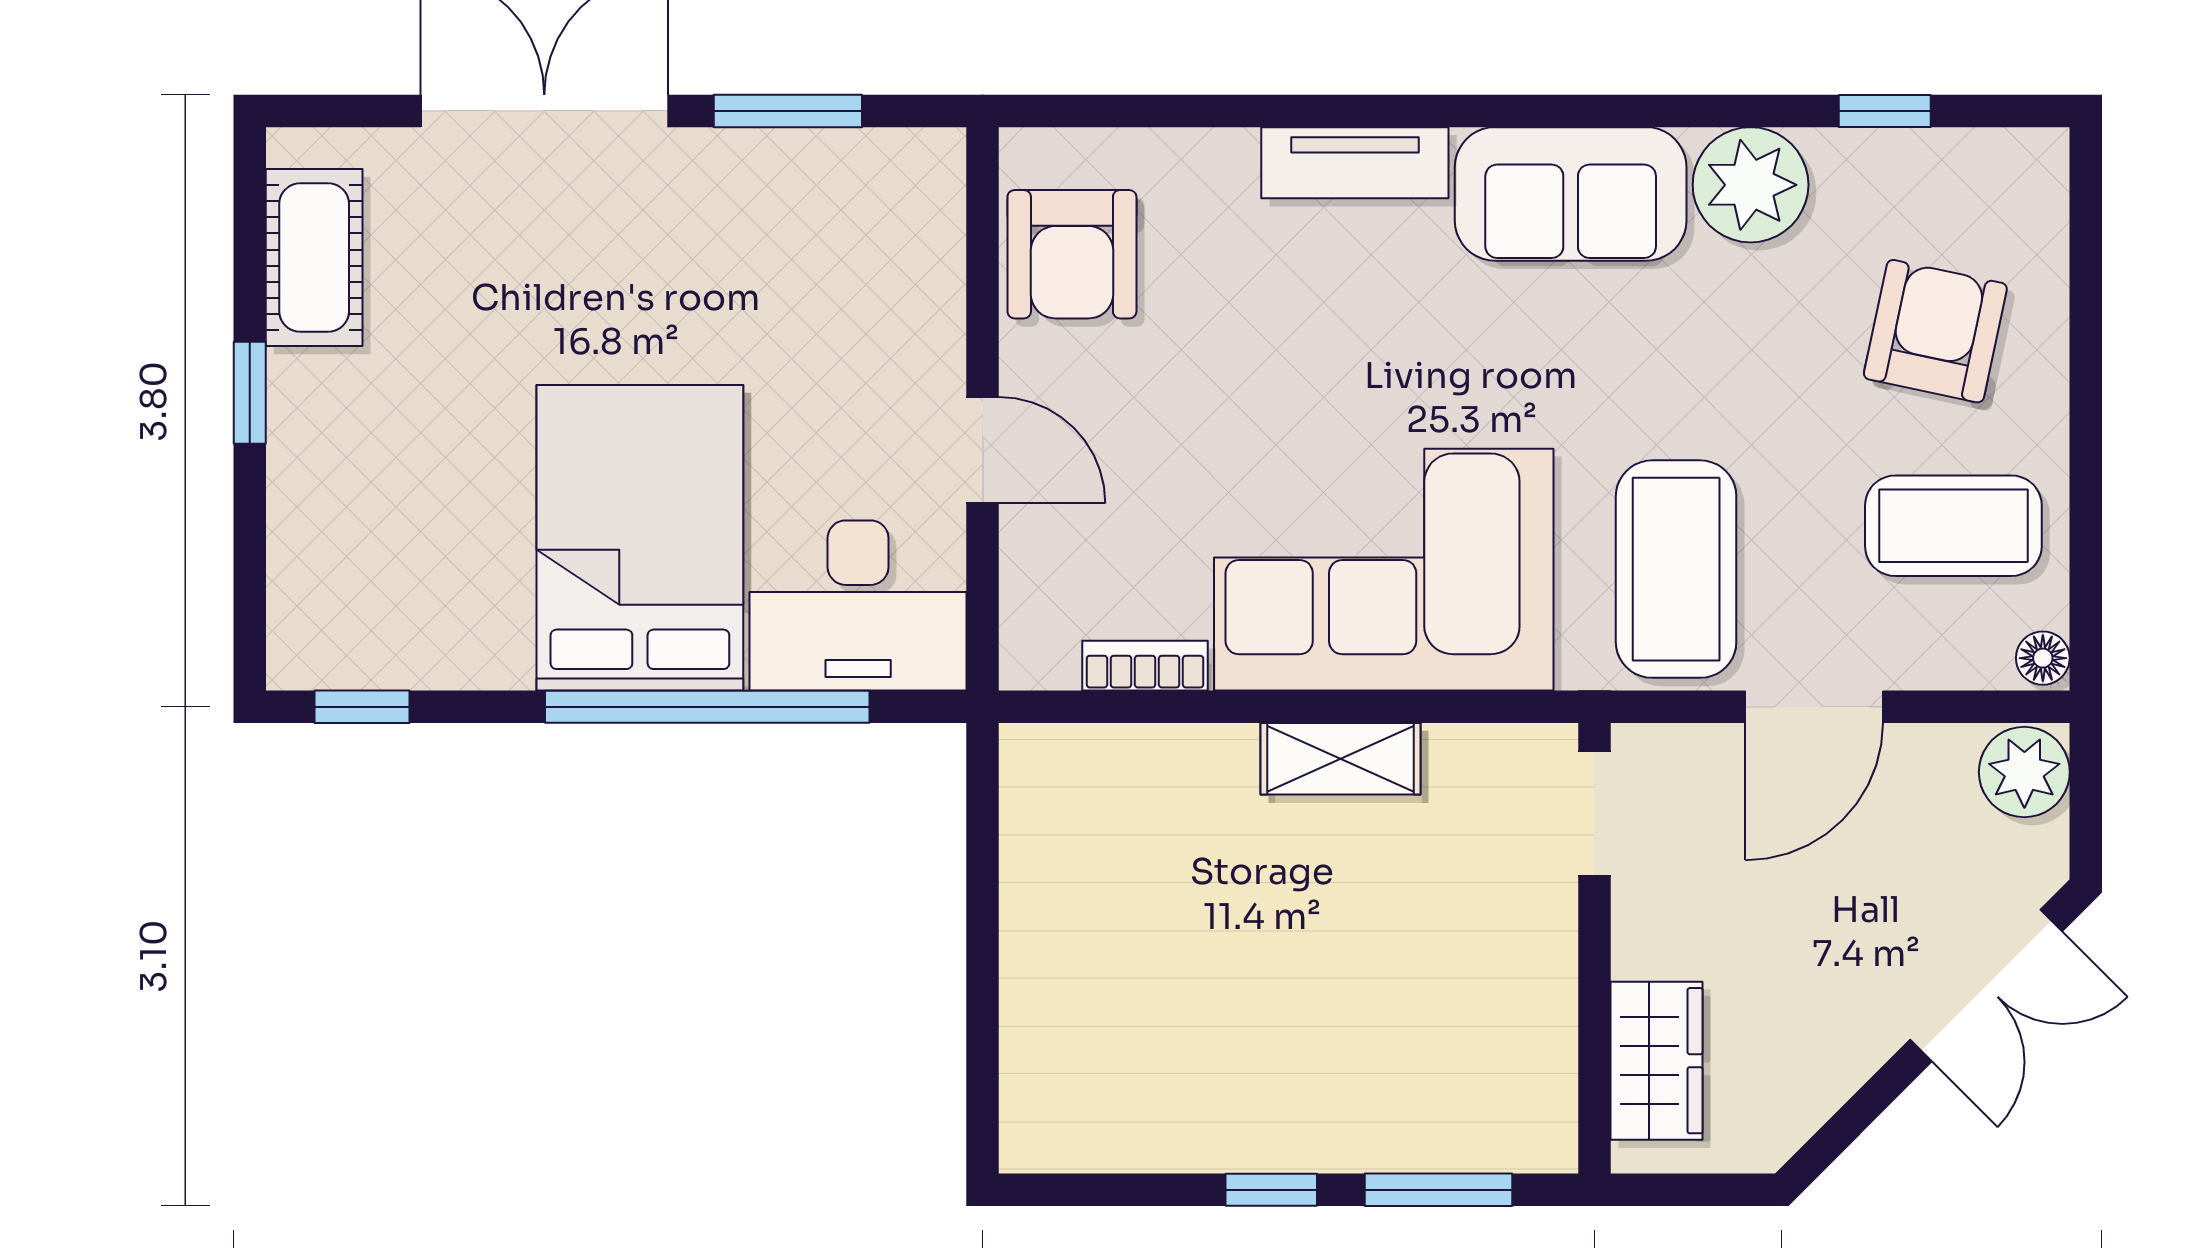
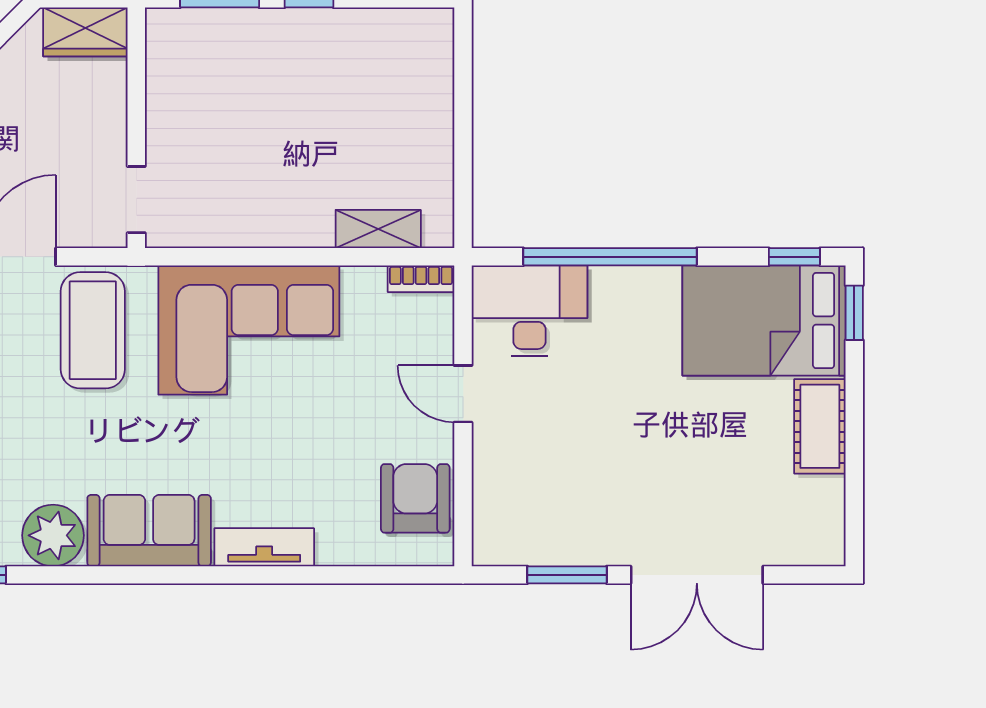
cot: (314, 258) -> (820, 426), moved
window: (250, 393) -> (854, 313), moved
bed: (640, 538) -> (764, 321), moved, turned 90
bookcase: (1145, 666) -> (421, 279), moved
shelving: (1341, 759) -> (378, 229), moved
wardrobe: (1656, 1061) -> (85, 32), moved, turned -90

